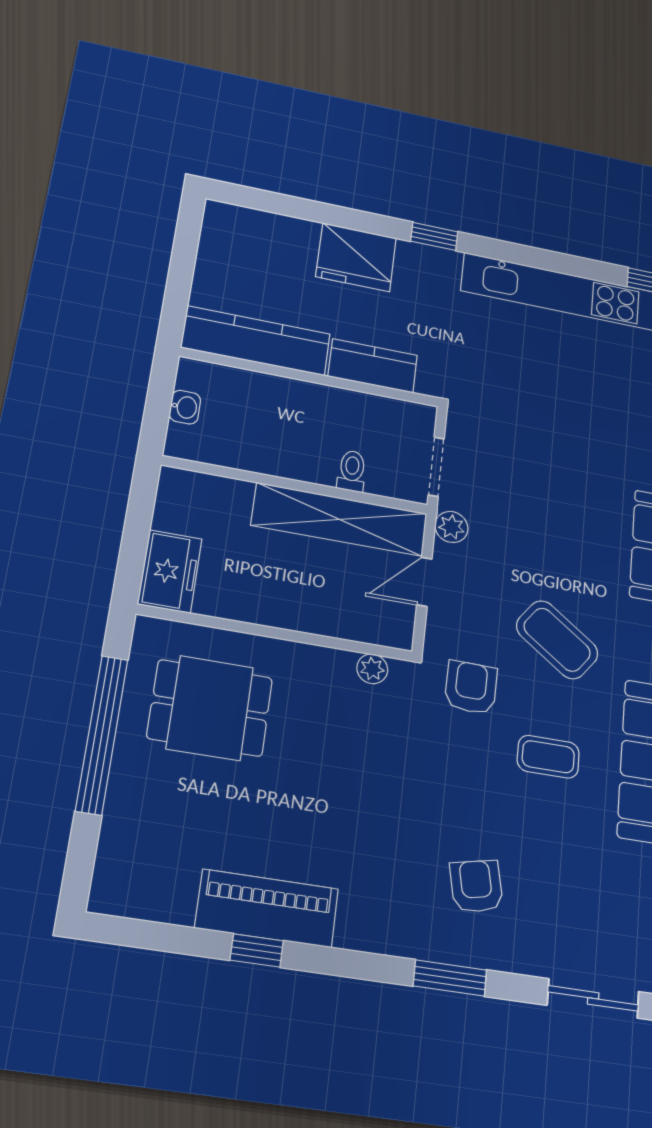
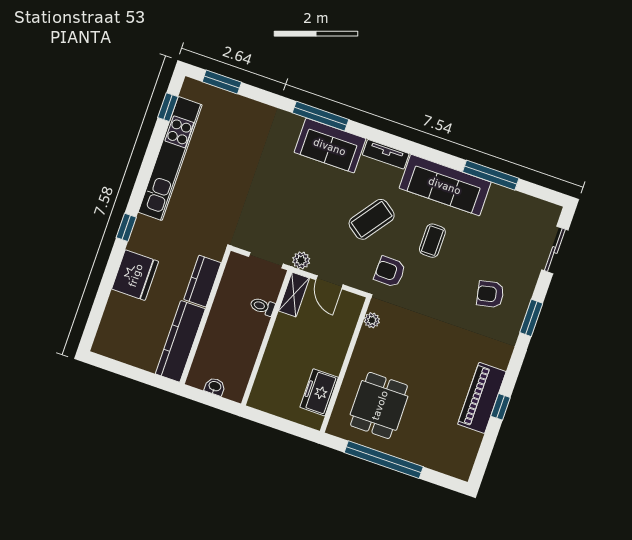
shelving: (340, 519) -> (294, 294), width x0.45, depth x0.75
freezer: (170, 571) -> (319, 392), moved, turned -90

